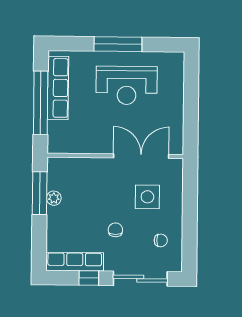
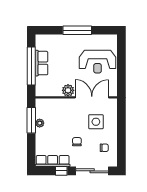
reception desk: (127, 85) -> (98, 62), moved
row of seats: (58, 88) -> (42, 63), width x0.68
plant: (102, 144) -> (68, 90), added

